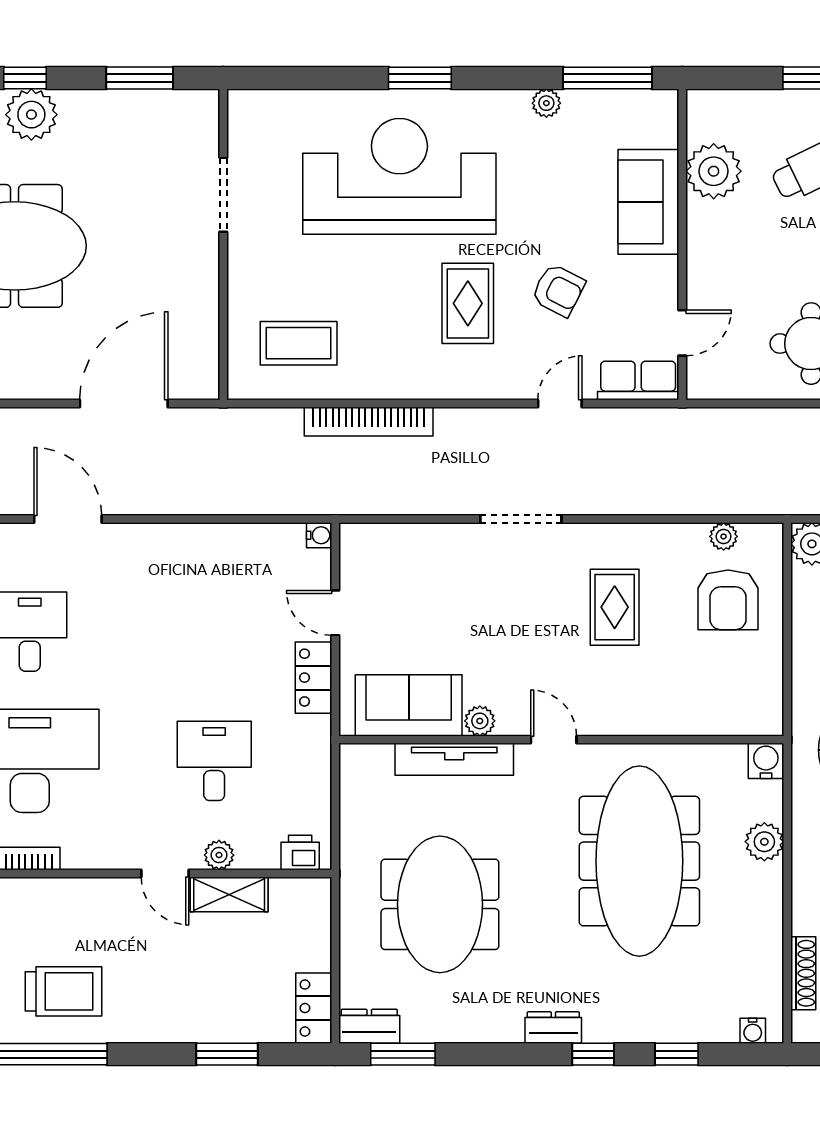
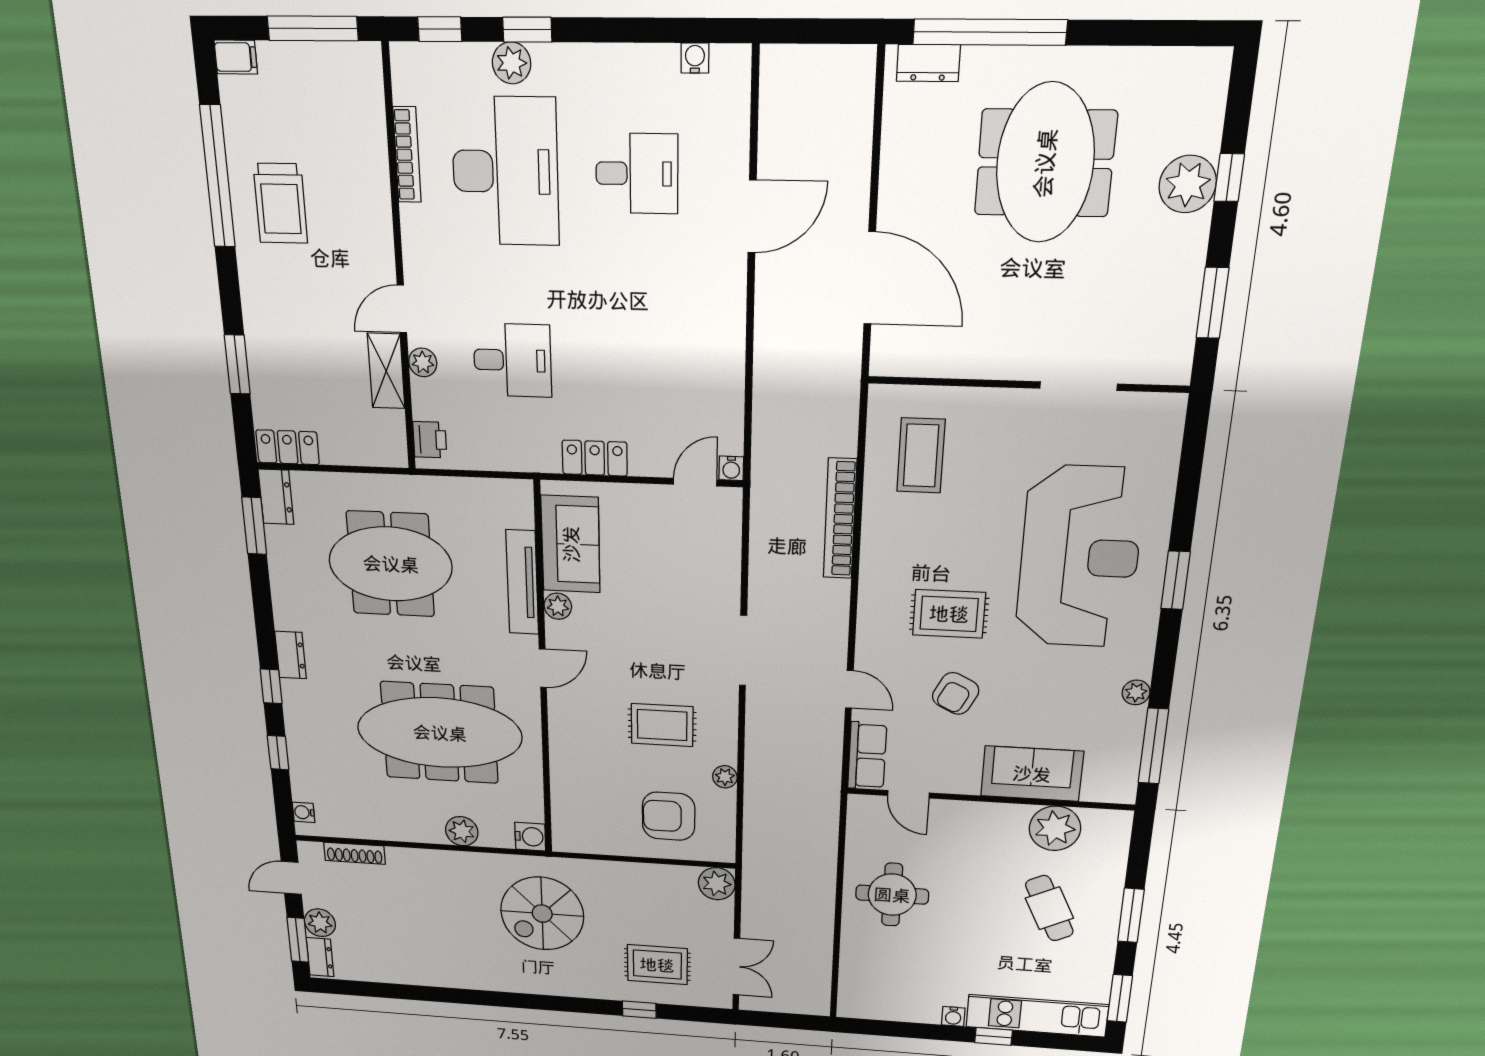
plant: (724, 536) -> (725, 777), moved
door: (335, 613) -> (695, 482), moved

